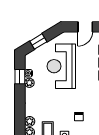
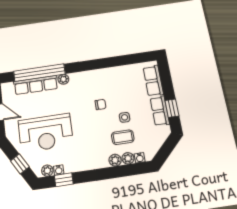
plant: (29, 83) -> (47, 171), moved

